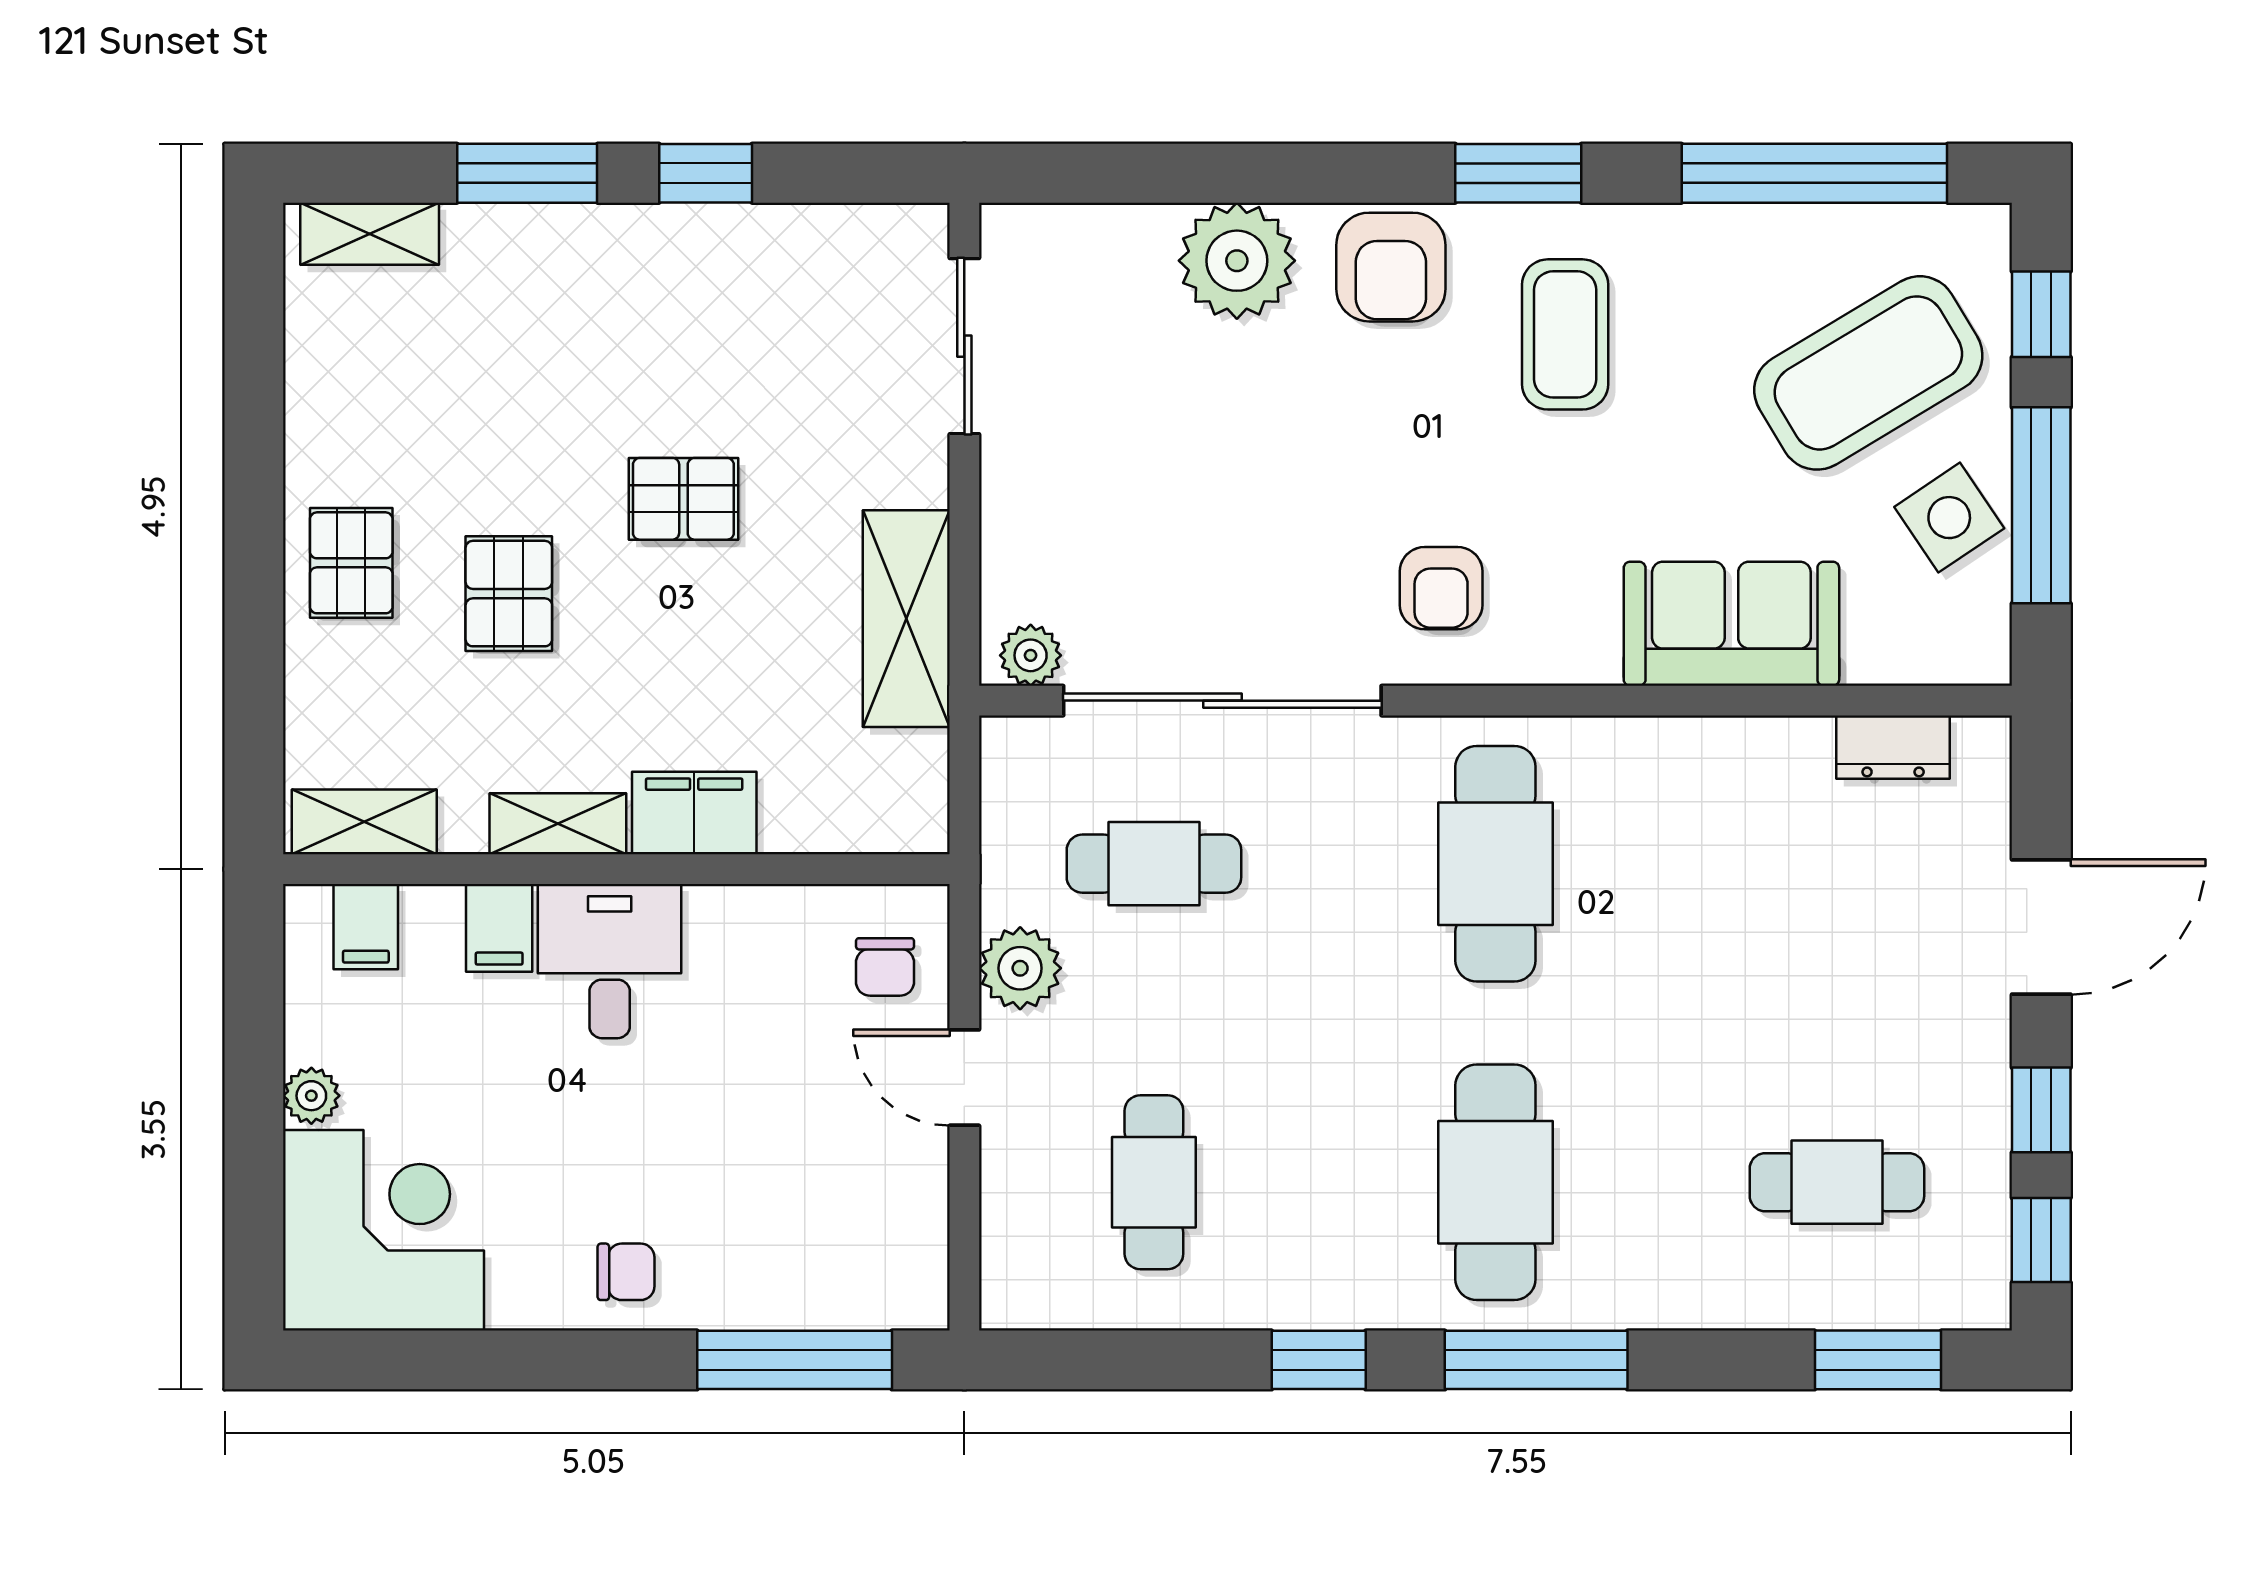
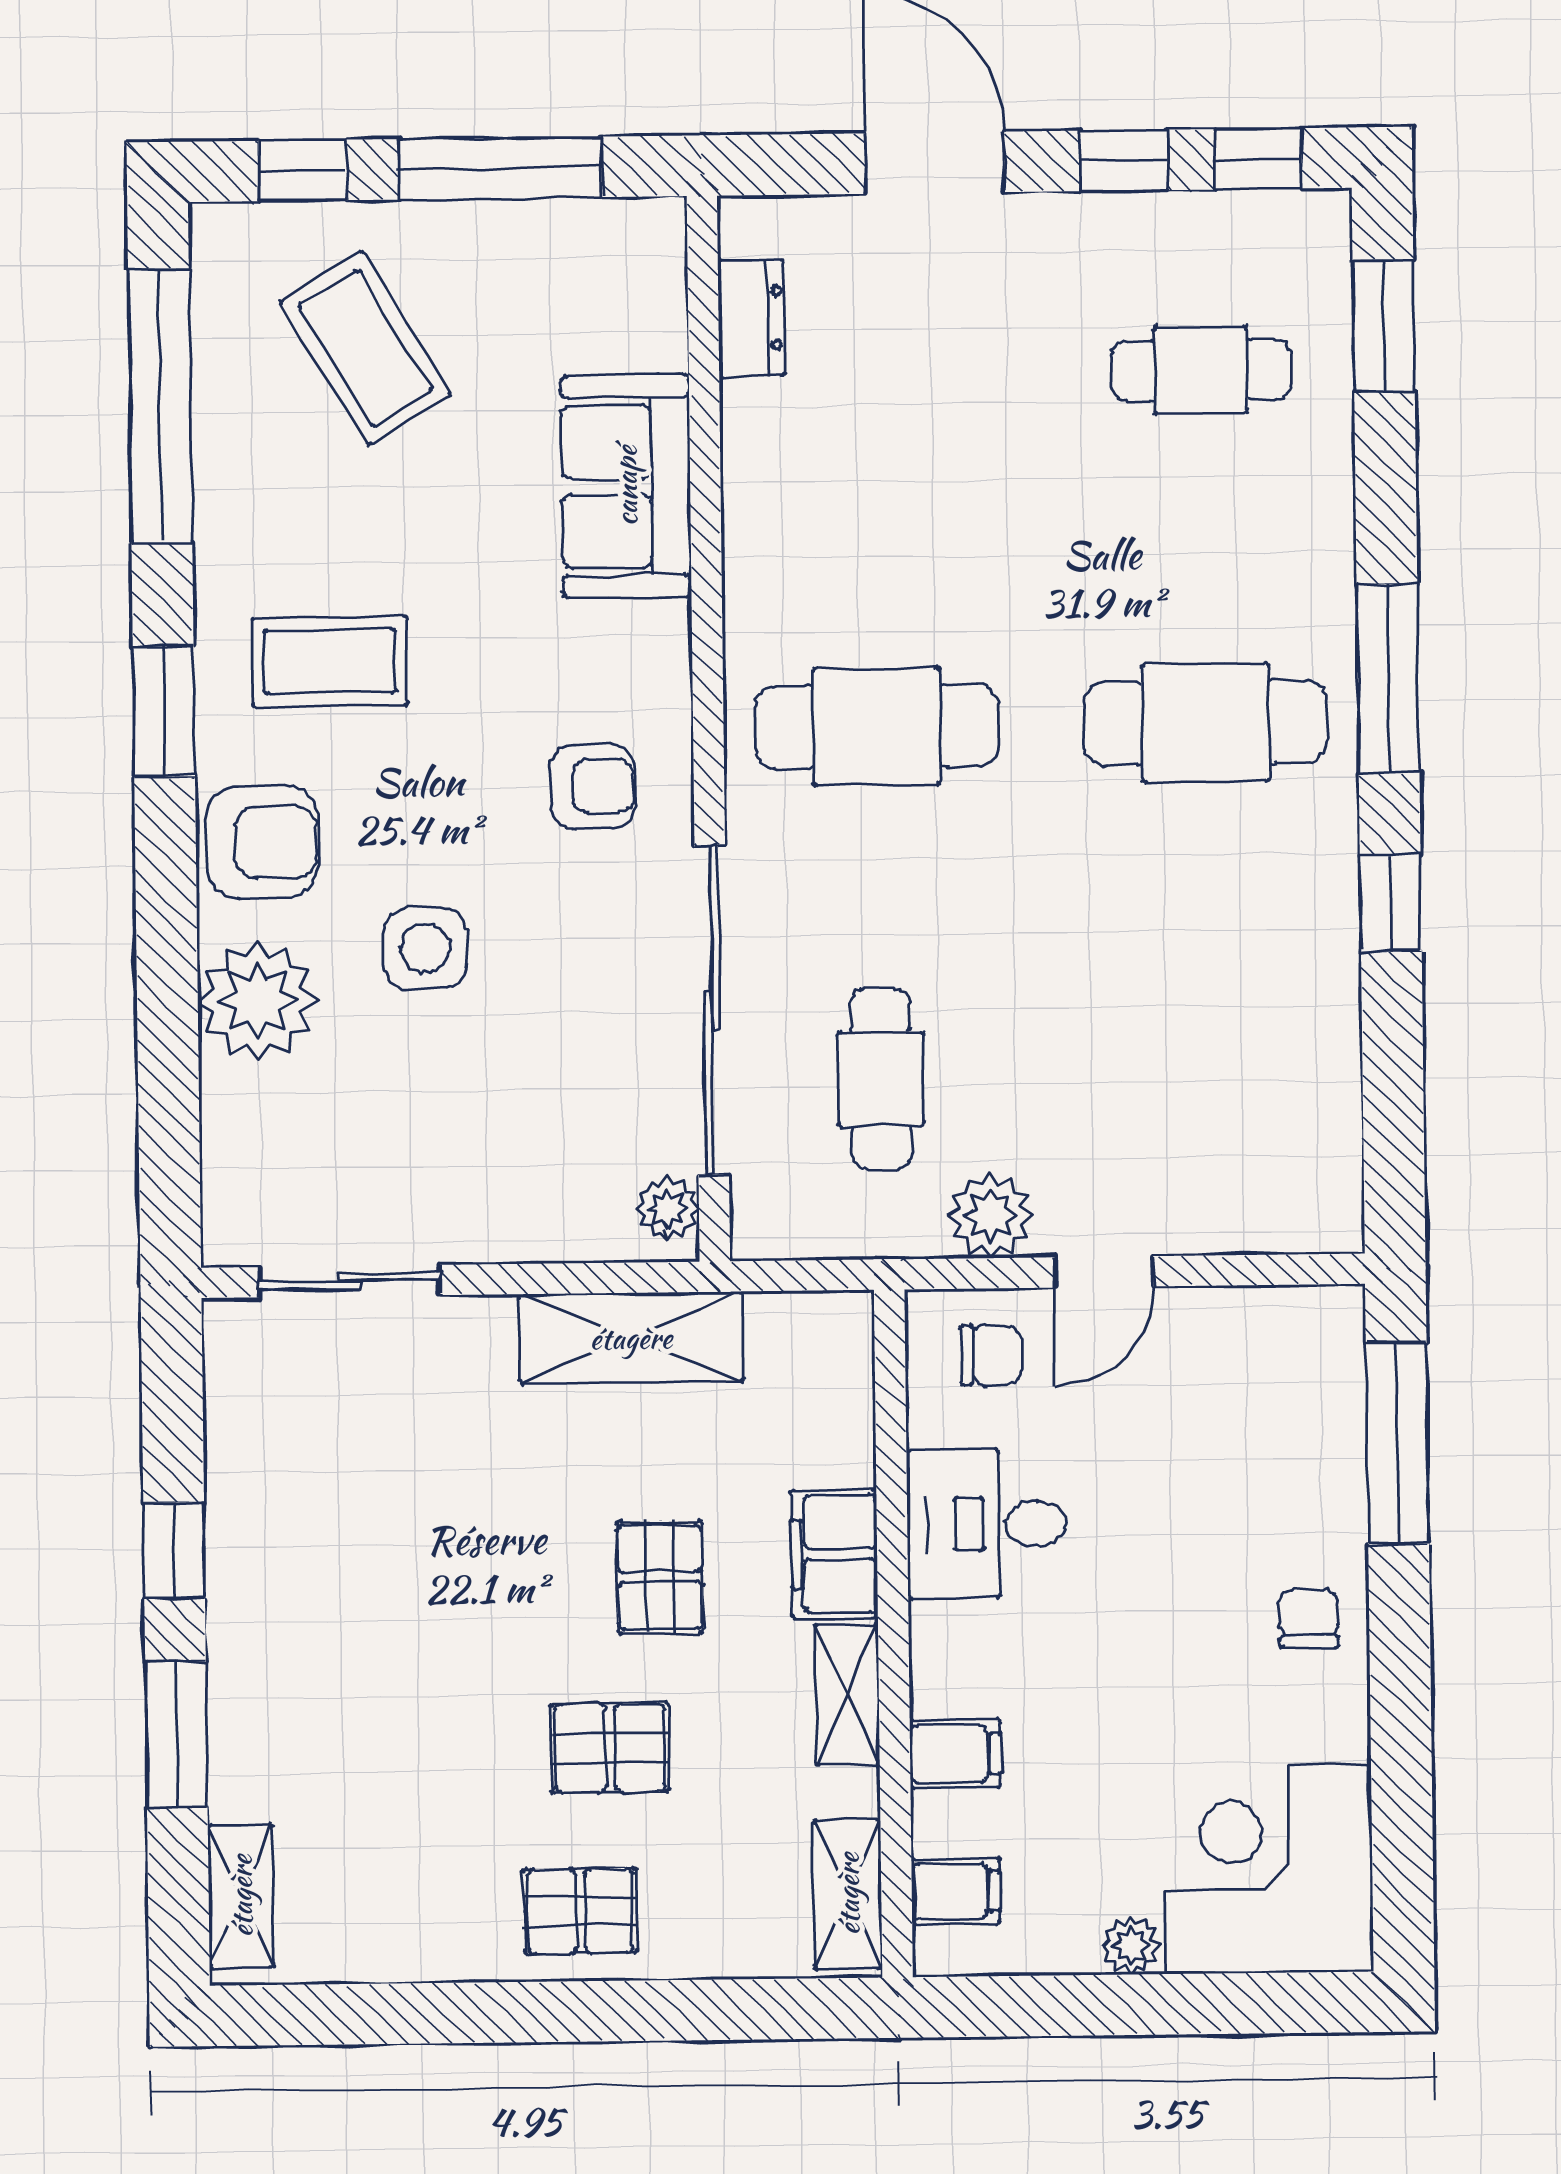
coffee table: (1868, 373) -> (366, 348), width x0.73, depth x0.76
pallet: (683, 499) -> (660, 1577), moved
side table: (1949, 518) -> (425, 948), moved, turned 34
desk: (610, 961) -> (987, 1524), moved
cafe table: (1154, 1182) -> (1210, 1075), removed
cafe table: (1837, 1182) -> (1201, 370), turned 90

